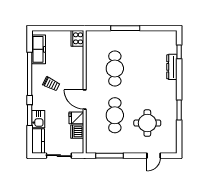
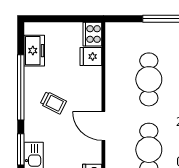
freezer: (39, 49) -> (34, 51), width x0.71
fridge: (76, 118) -> (91, 56), moved

